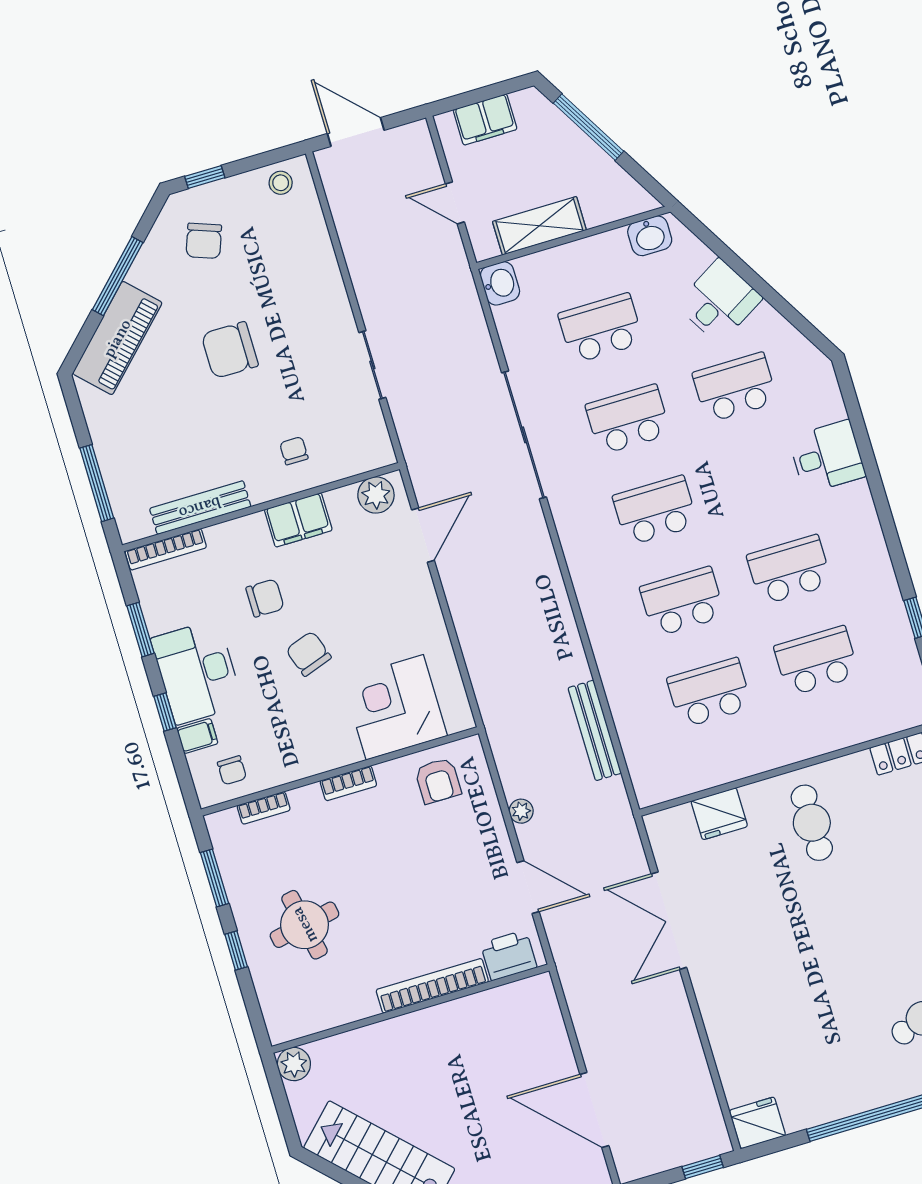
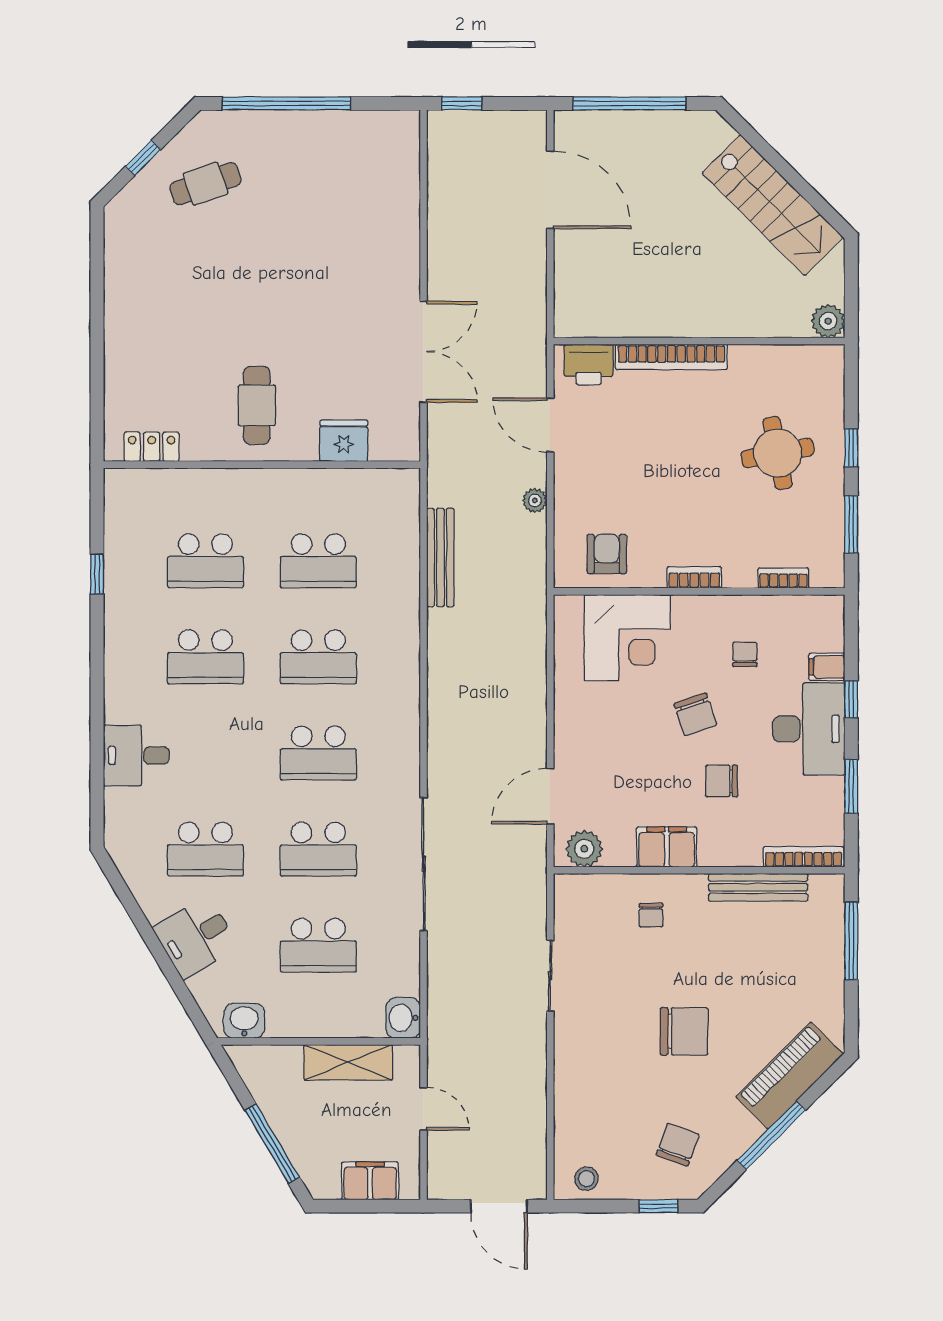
chair: (232, 770) -> (745, 654), moved
fridge: (758, 1123) -> (396, 130), removed

